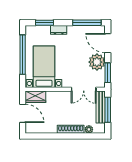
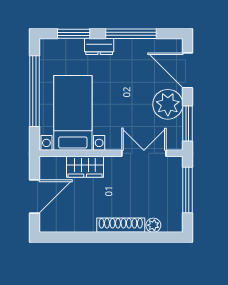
window: (87, 23) -> (131, 34), moved
double door: (84, 89) -> (144, 153), swing flipped
wardrobe: (35, 97) -> (85, 167), moved
bench: (101, 107) -> (175, 185), removed
door: (23, 113) -> (34, 196), hinge flipped

